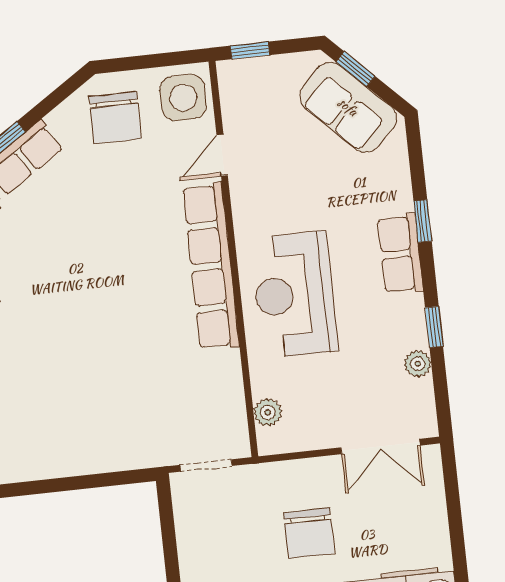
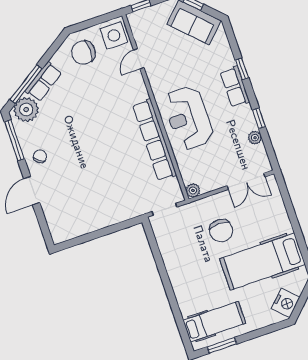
chair: (115, 118) -> (83, 52), turned 90
row of seats: (211, 266) -> (155, 140), moved
plant: (268, 412) -> (193, 190), moved

